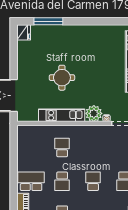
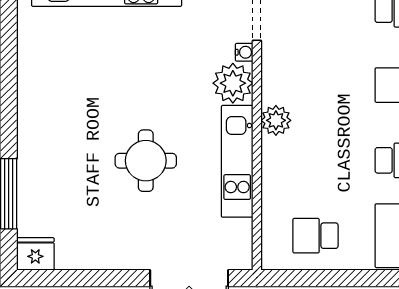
plant: (79, 131) -> (276, 120), added
school desk: (62, 147) -> (316, 236), moved

